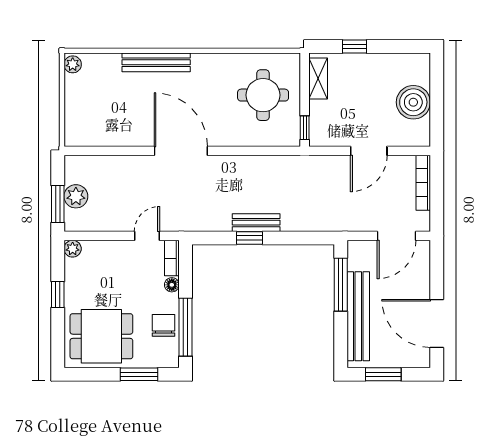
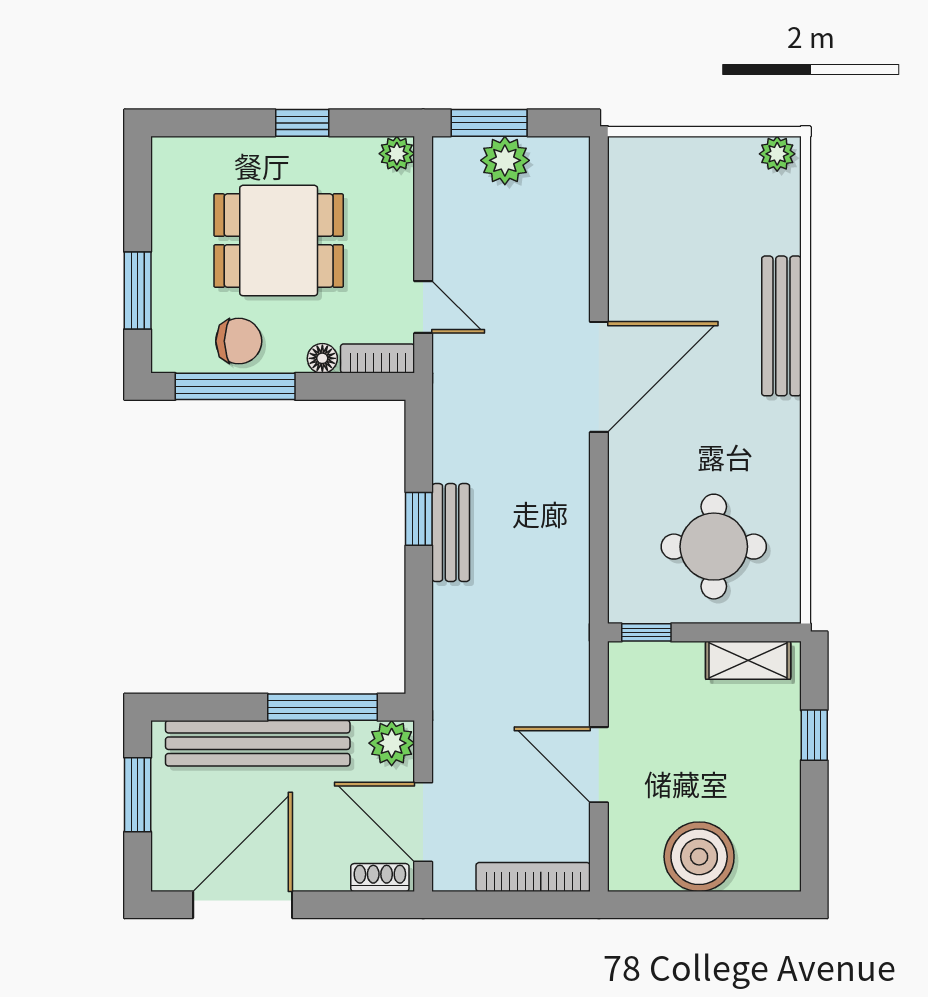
plant: (358, 251) -> (392, 743), added
shoe rack: (423, 257) -> (380, 878), added
dining table: (101, 336) -> (279, 241), moved, turned 90

